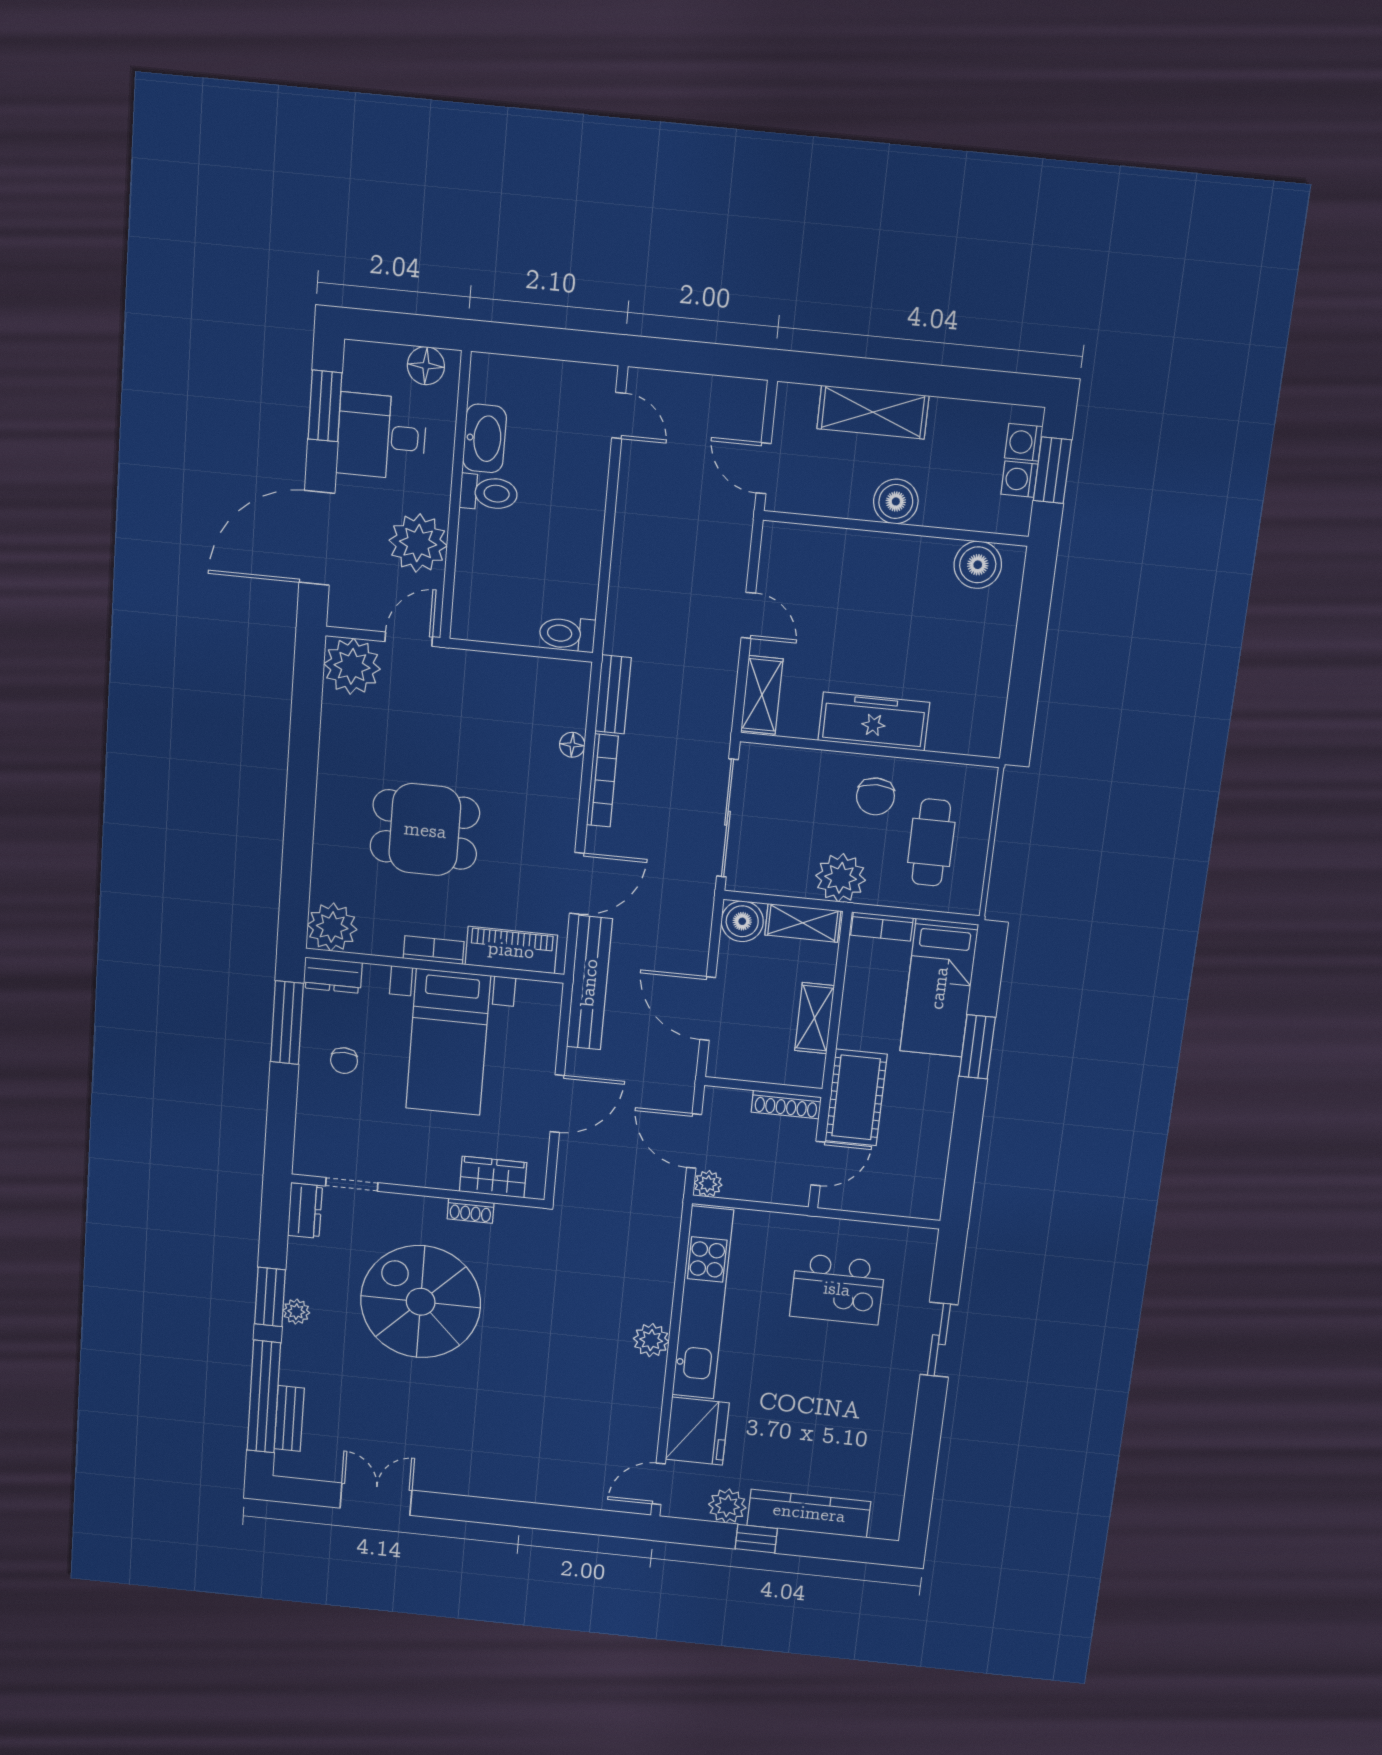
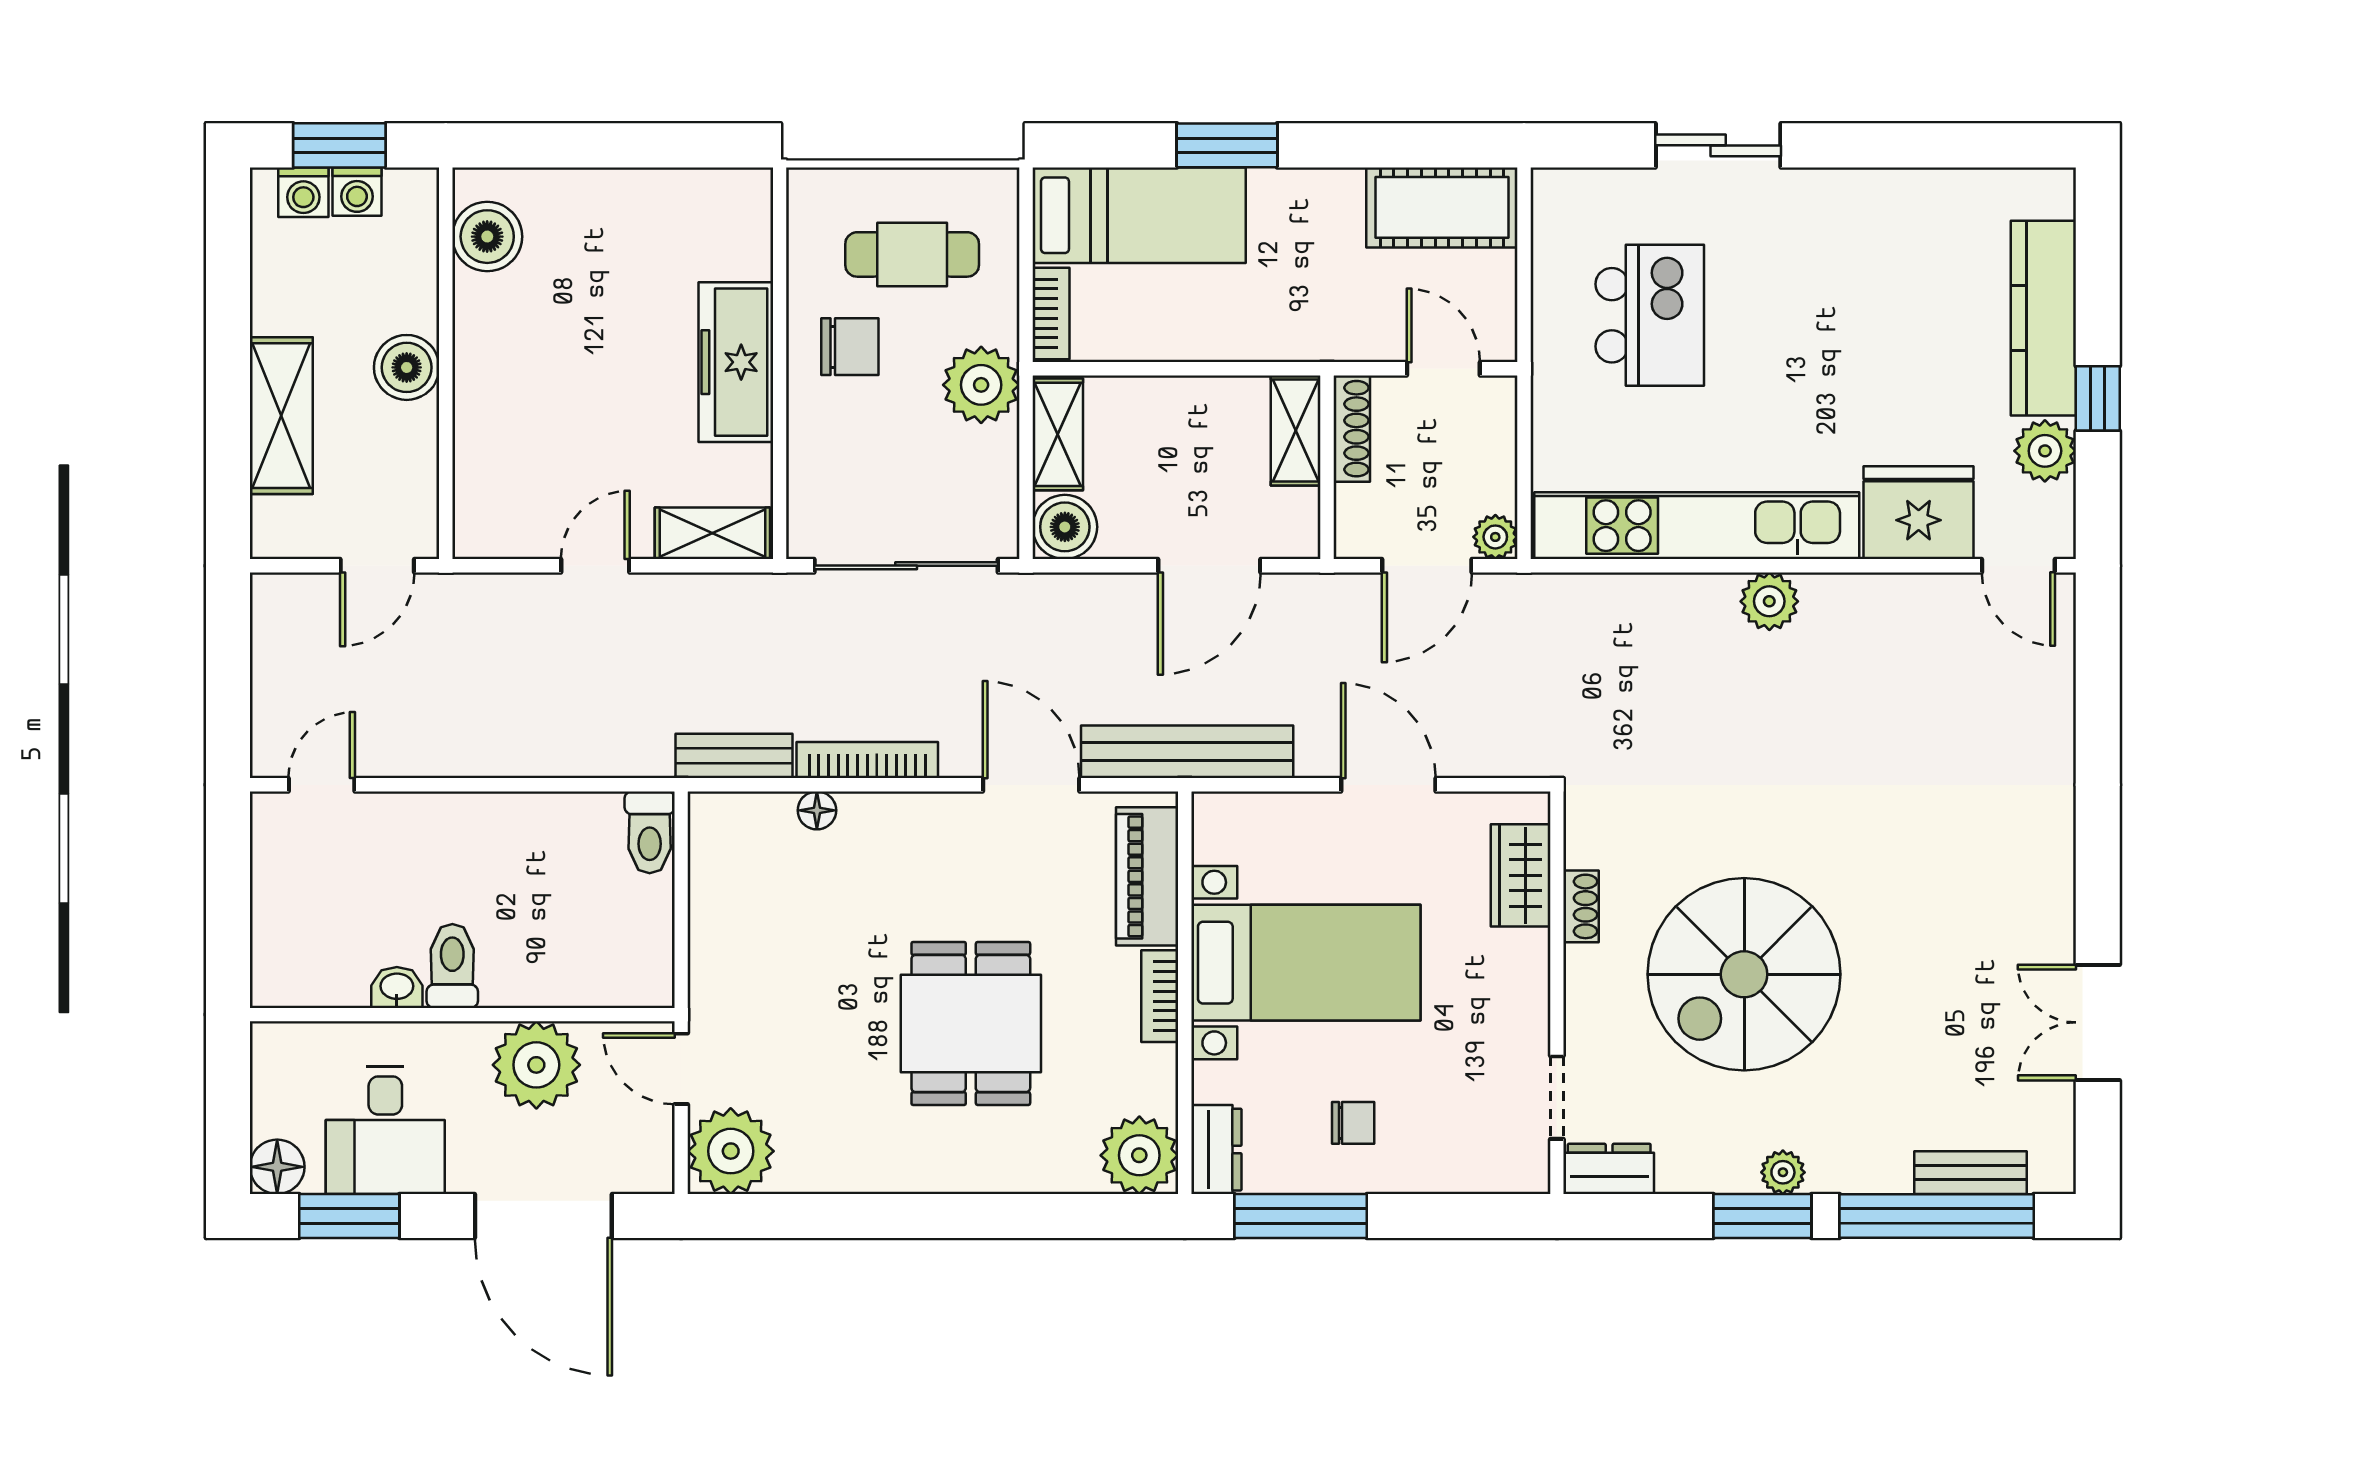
floor lamp: (426, 366) -> (277, 1167), moved
washbasin: (485, 438) -> (397, 987), width x0.52, depth x0.69
shelving: (814, 1018) -> (1296, 430), moved, turned 90
cot: (856, 1097) -> (1442, 207), moved

